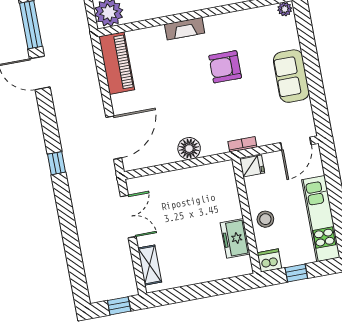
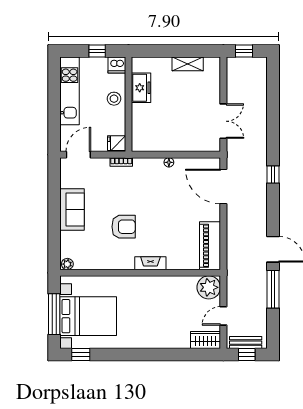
door: (114, 138) -> (223, 187), hinge flipped
floor lamp: (189, 149) -> (169, 162), width x0.53, depth x0.53
double door: (128, 217) -> (223, 121), swing flipped
shelving: (150, 265) -> (188, 64), moved, turned 90

